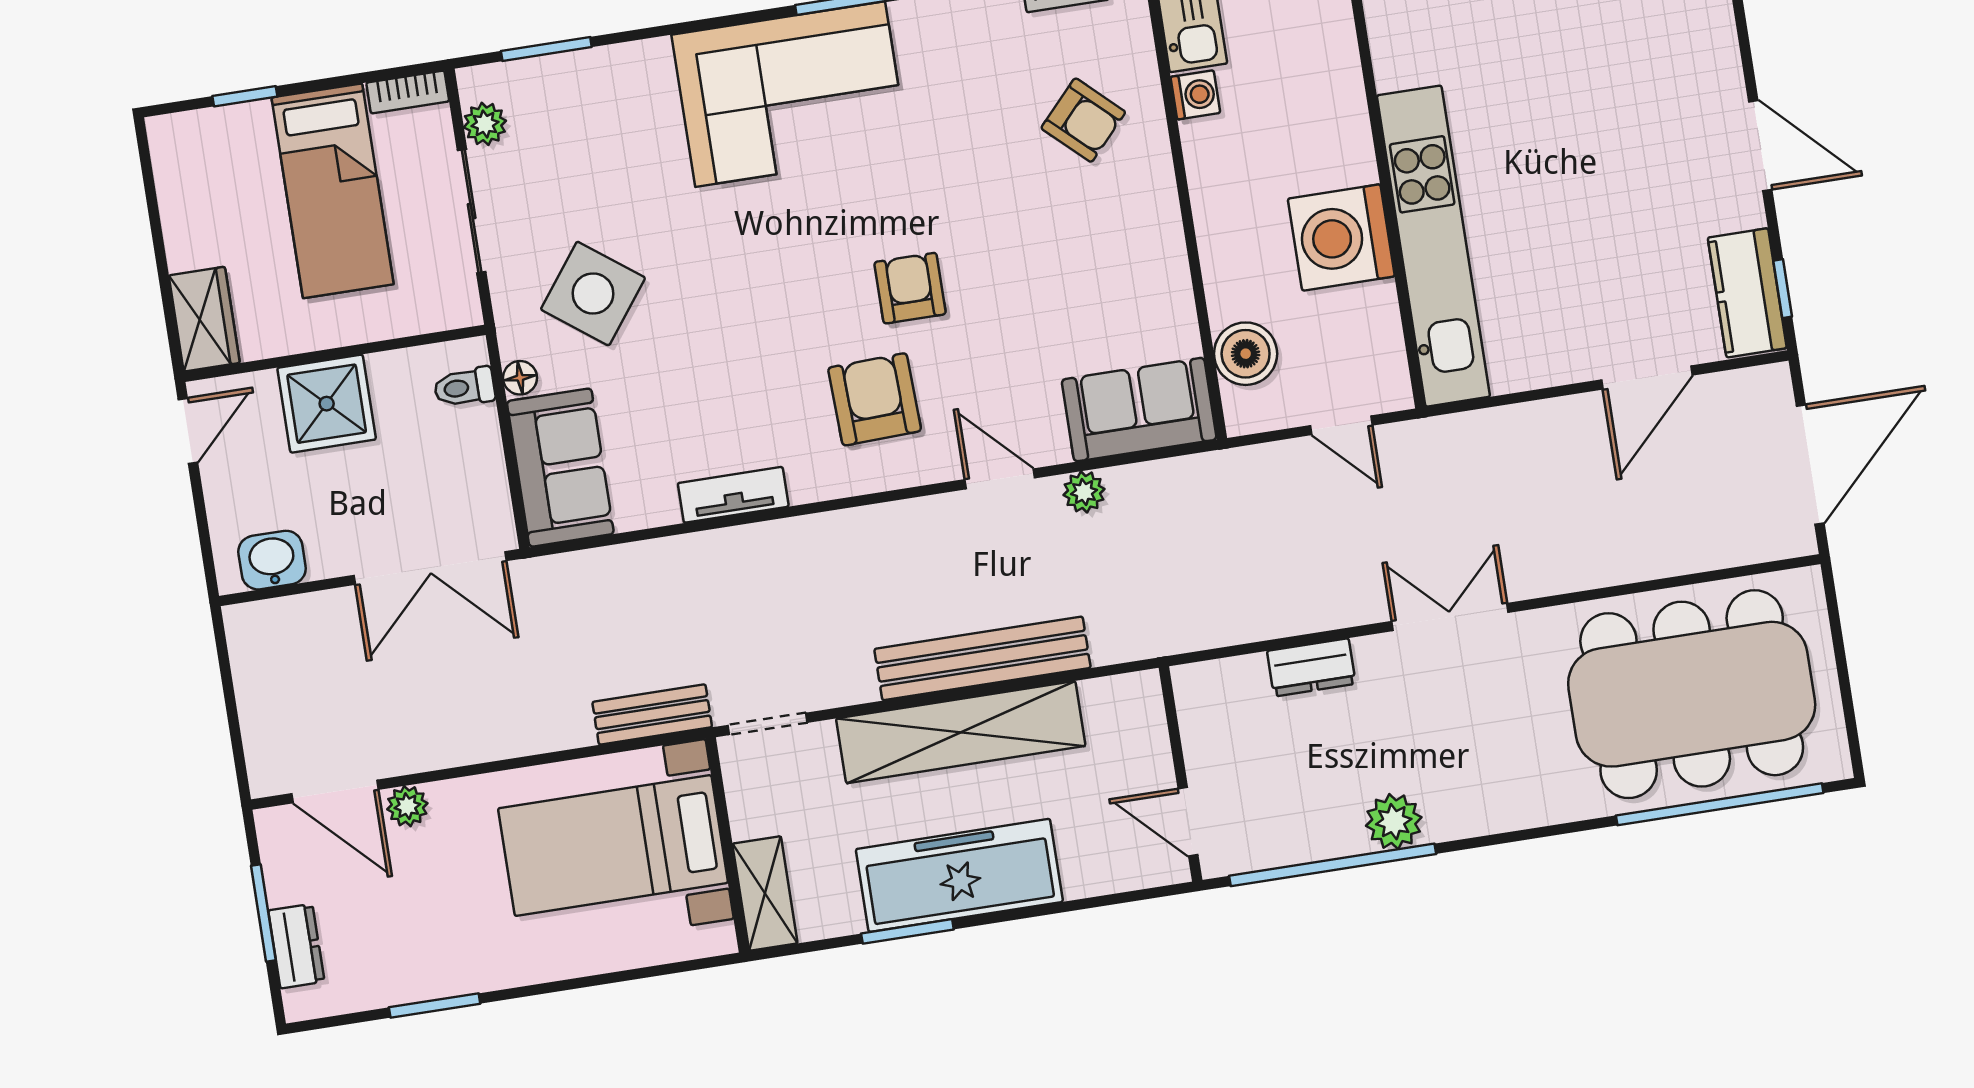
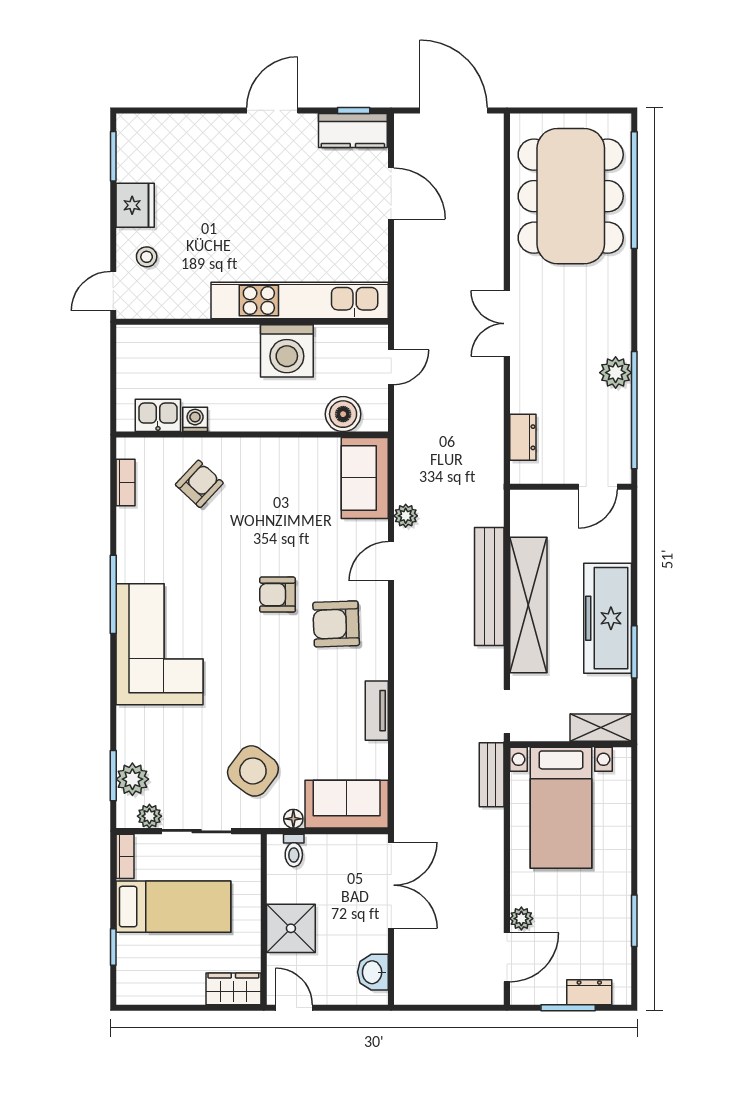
plant: (545, 84) -> (132, 779), added
dresser: (1311, 667) -> (523, 437), moved

